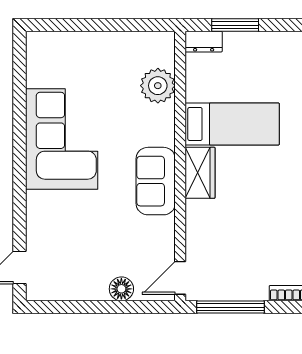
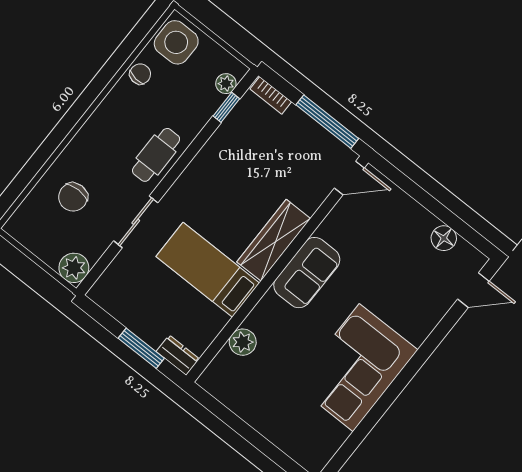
plant: (158, 86) -> (243, 342), width x0.73, depth x0.73
wardrobe: (200, 173) -> (274, 240), width x1.50
floor lamp: (121, 289) -> (444, 238), moved

